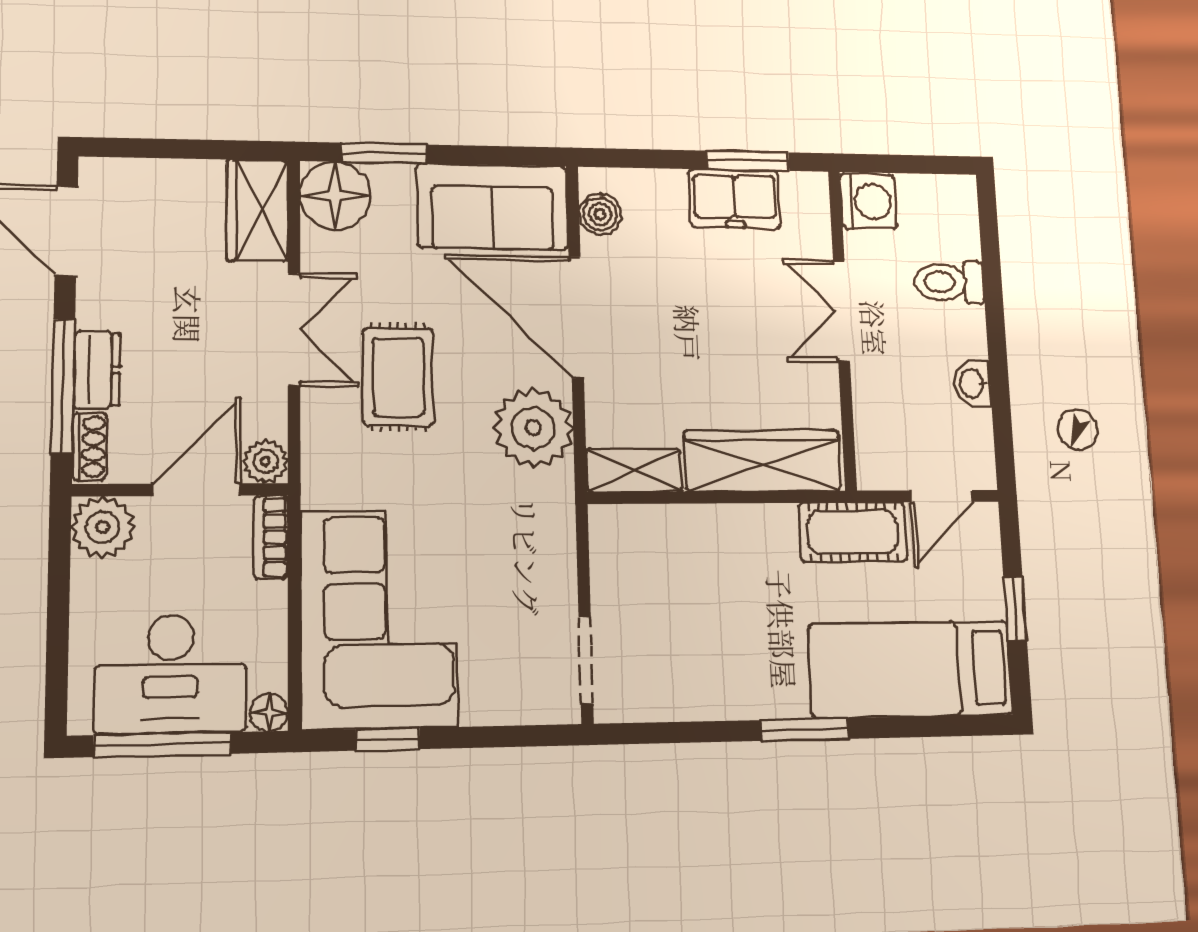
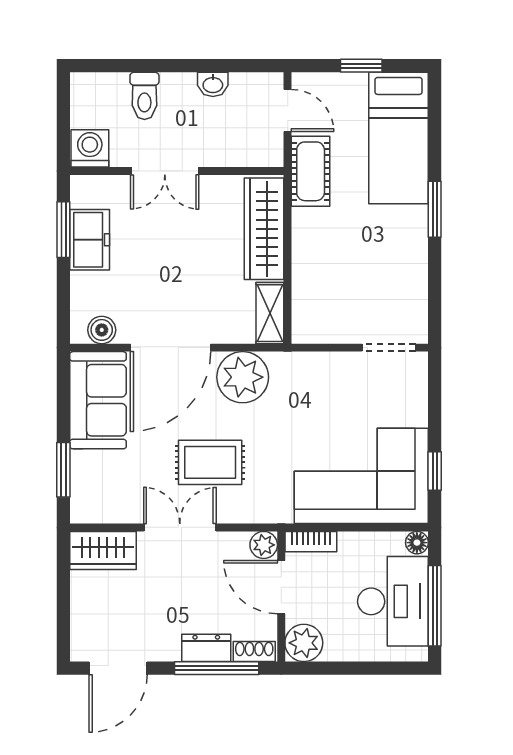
floor lamp: (335, 196) -> (92, 501), removed

